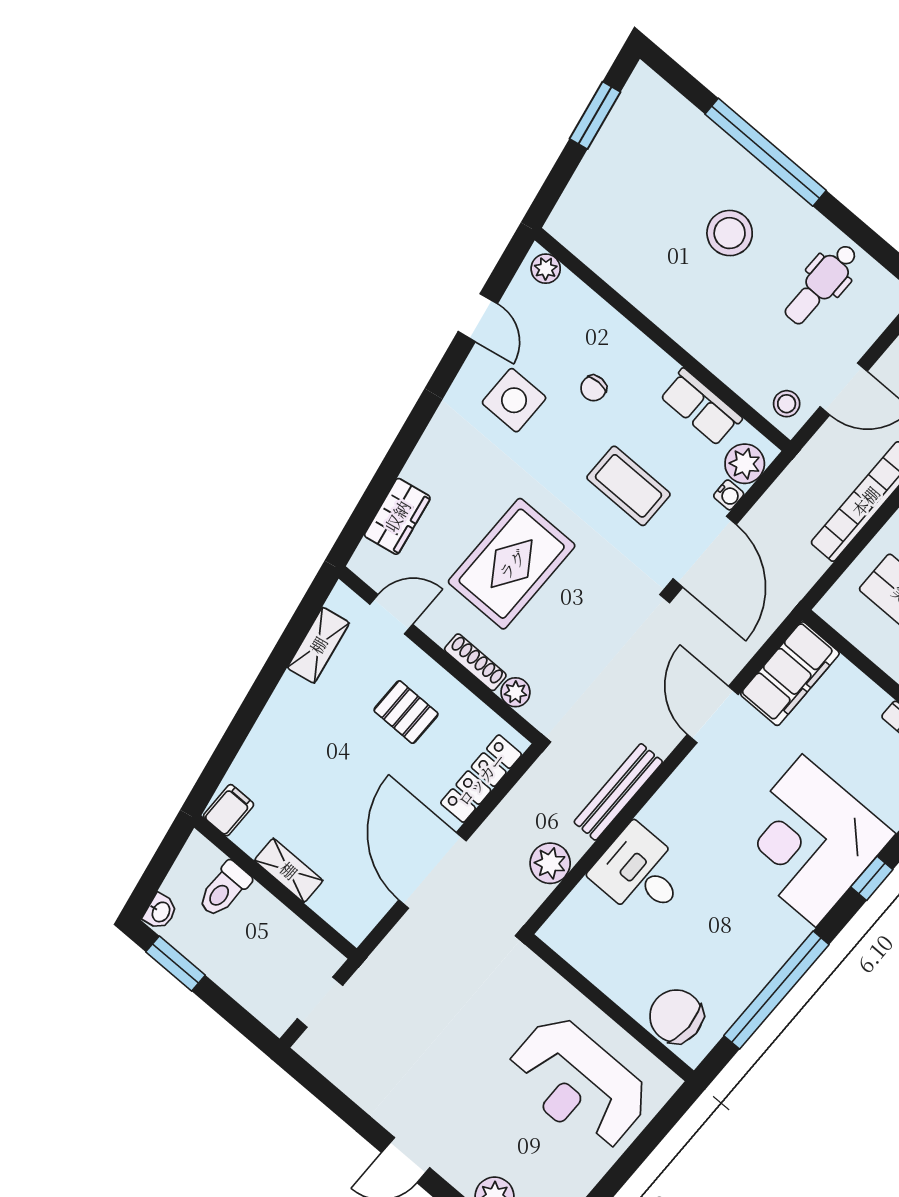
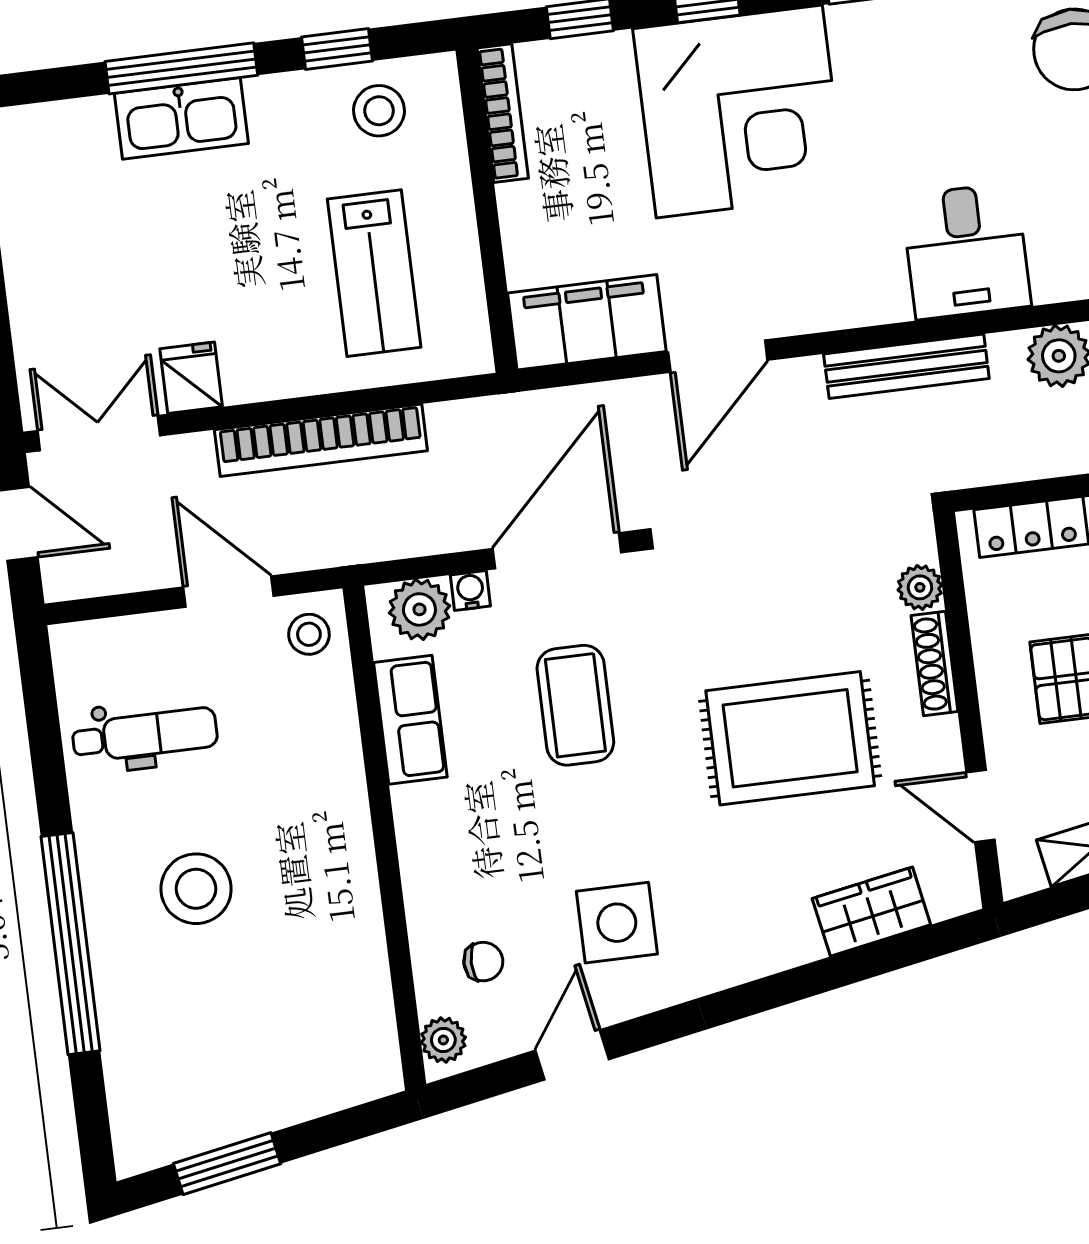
chair: (594, 388) -> (483, 962), moved

